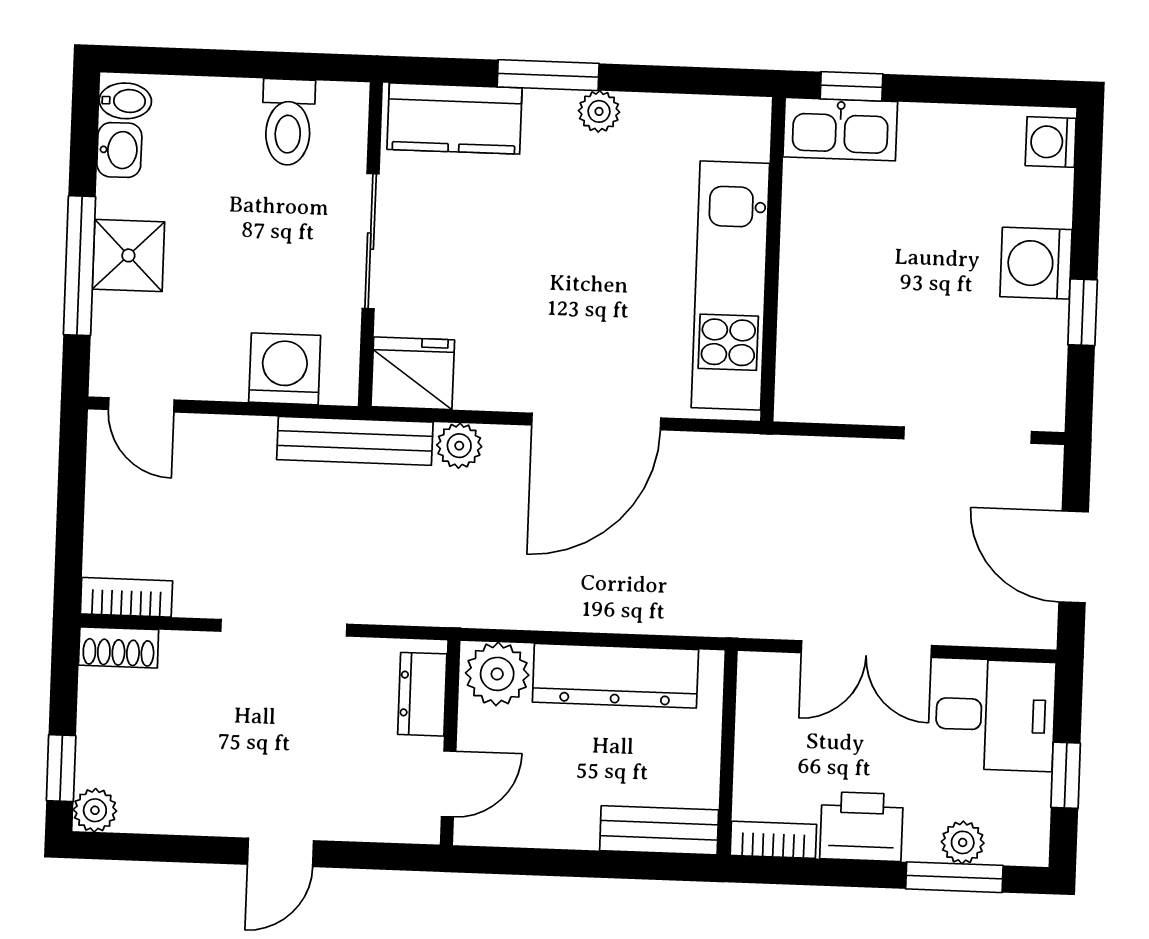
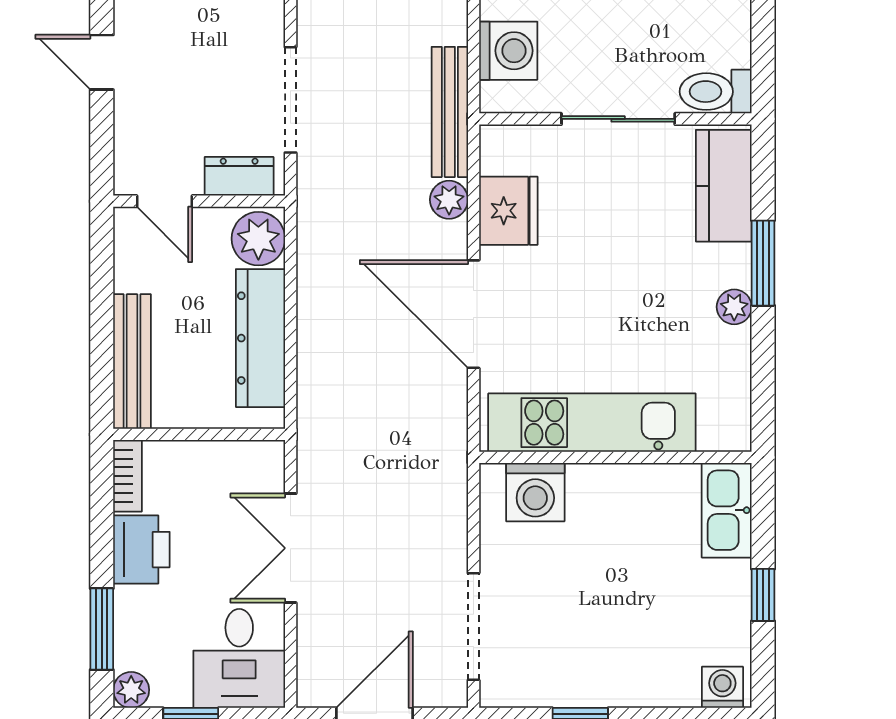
window: (851, 86) -> (763, 595), moved
toilet: (288, 122) -> (716, 92), moved
washing machine: (1036, 263) -> (535, 492), moved, turned 180
fridge: (413, 373) -> (508, 211), moved
doorway: (284, 628) -> (291, 100), moved
bench: (659, 830) -> (132, 362), width x1.36
plant: (963, 842) -> (131, 690), moved

